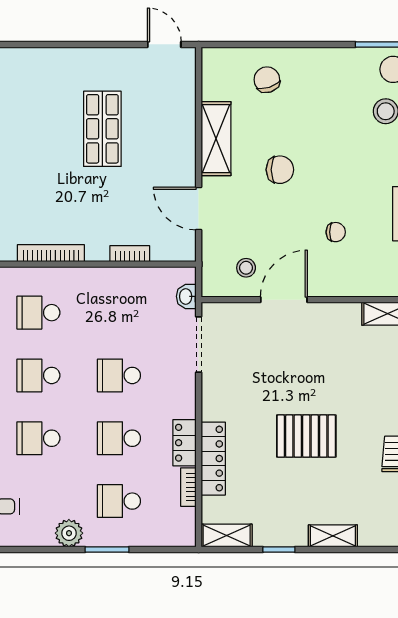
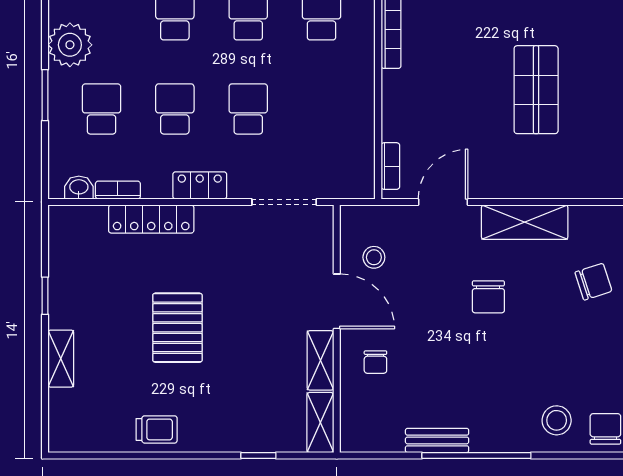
shop shelf: (102, 129) -> (536, 90), turned 90
chair: (336, 232) -> (375, 362), moved
bookcase: (130, 254) -> (390, 166), moved
washbasin: (186, 296) -> (79, 188), moved
locker: (184, 443) -> (200, 185), moved
plant: (69, 533) -> (70, 45), width x1.36, depth x1.36
shelving: (227, 536) -> (320, 360), moved

